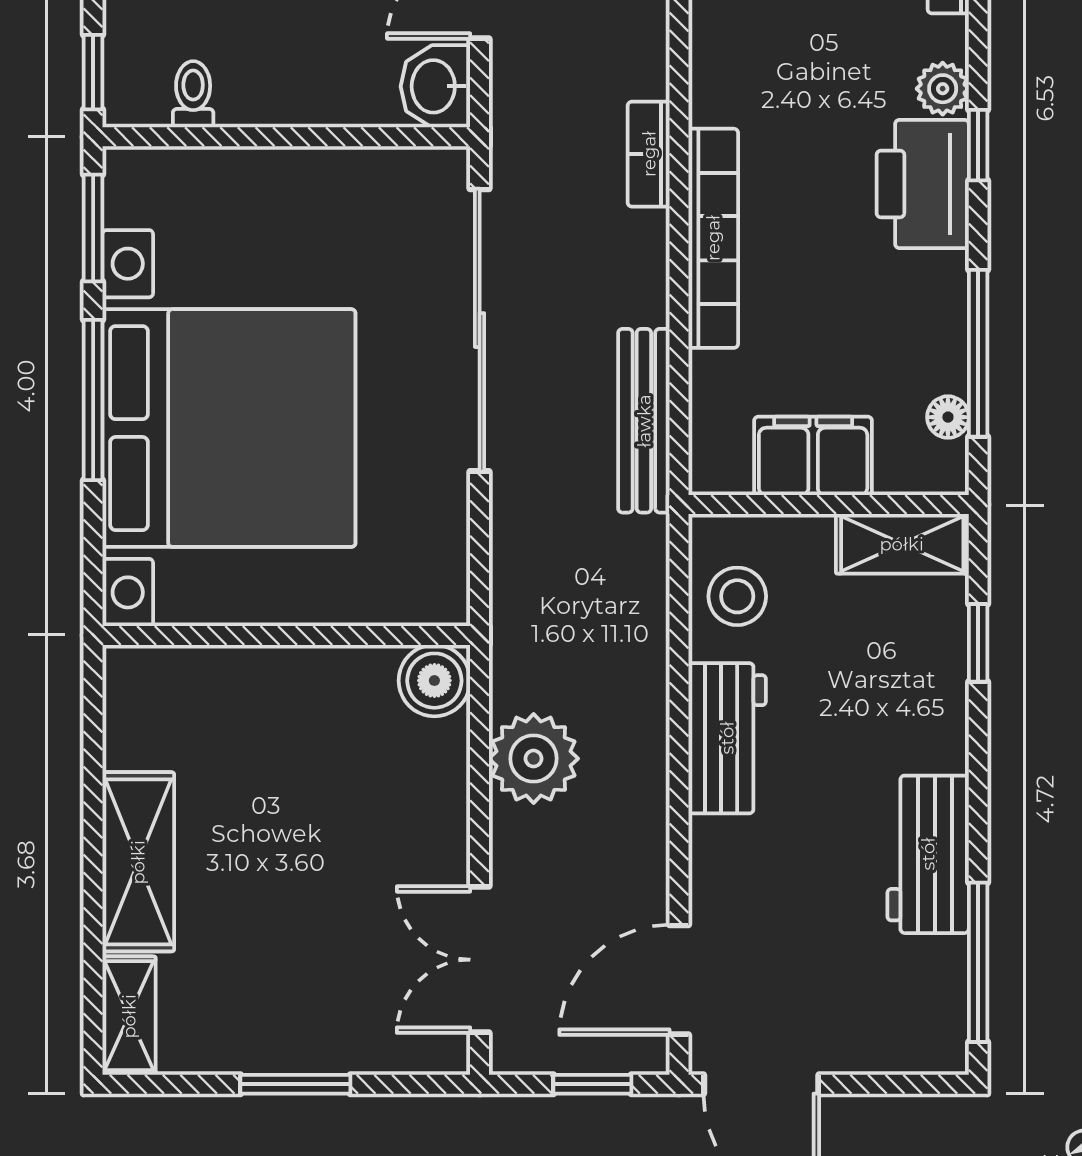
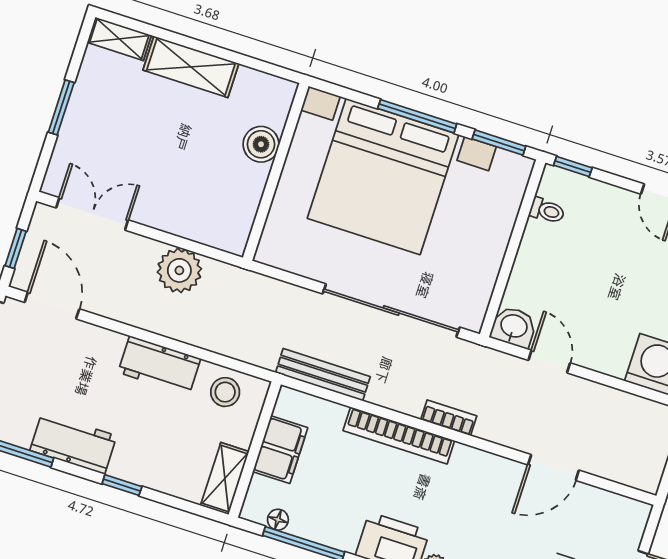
window: (978, 643) -> (122, 485), moved
boiler: (434, 681) -> (261, 144), moved

